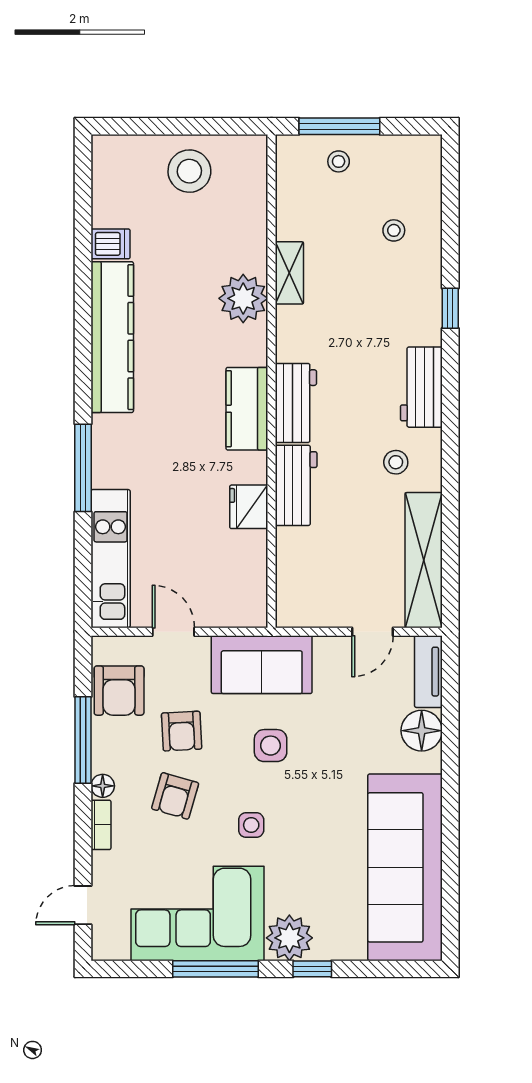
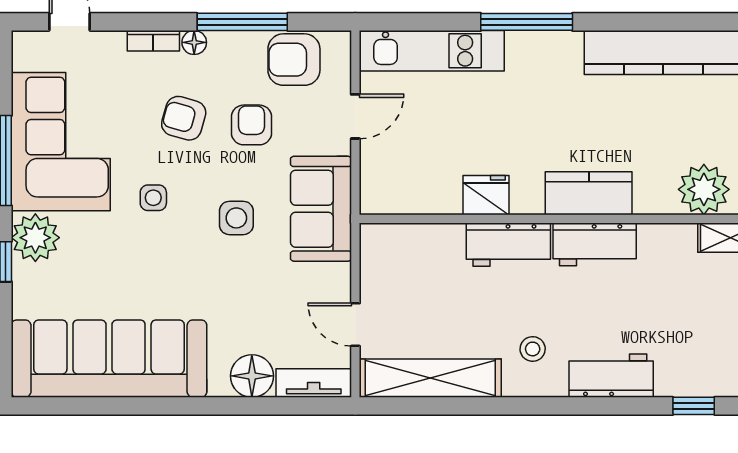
armchair: (182, 731) -> (252, 125), turned 93

